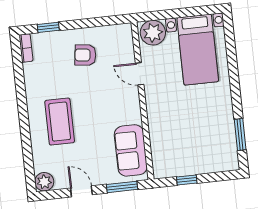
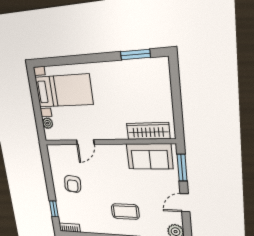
plant: (153, 33) -> (48, 123), width x0.53, depth x0.53
coffee table: (60, 122) -> (125, 212), width x0.73, depth x0.76
wardrobe: (159, 149) -> (148, 131), added
window: (187, 180) -> (177, 108), removed

